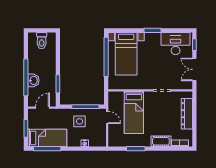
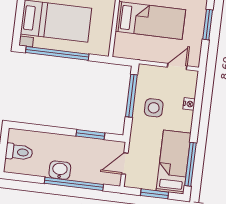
washbasin: (33, 80) -> (60, 170), moved
door: (43, 108) -> (125, 164), hinge flipped
door: (107, 117) -> (177, 67), moved

